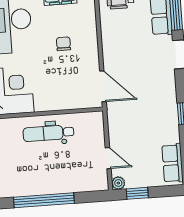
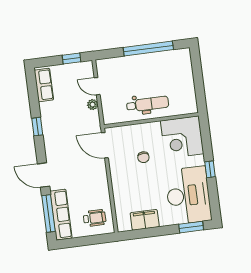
chair: (63, 44) -> (143, 157), moved
plant: (118, 183) -> (93, 105), moved

